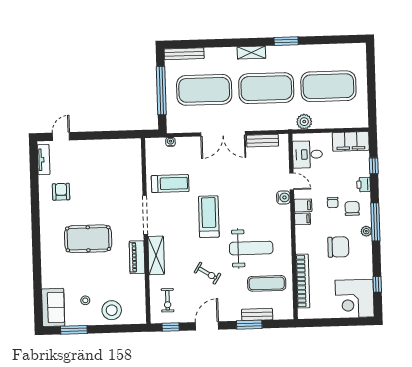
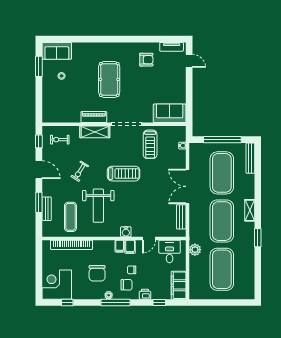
sofa: (129, 160) -> (170, 113), added
water cooler: (283, 197) -> (126, 232), moved
stool: (112, 310) -> (53, 96), removed

